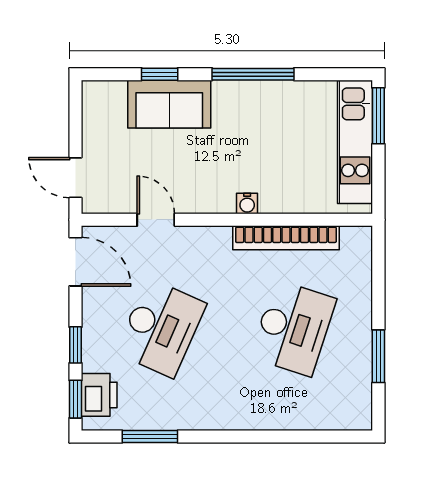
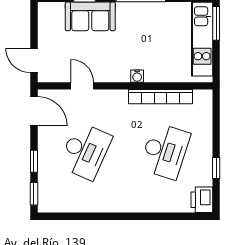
window: (378, 356) -> (216, 168), width x0.67
printer: (99, 395) -> (202, 200), moved, turned 180
window: (150, 436) -> (79, 216), removed

